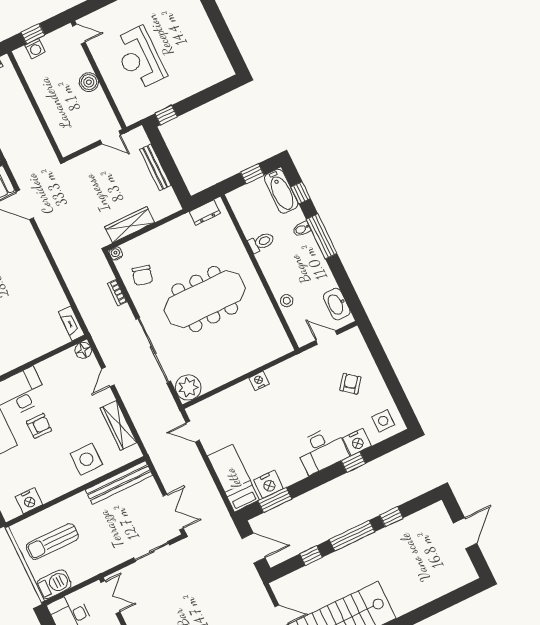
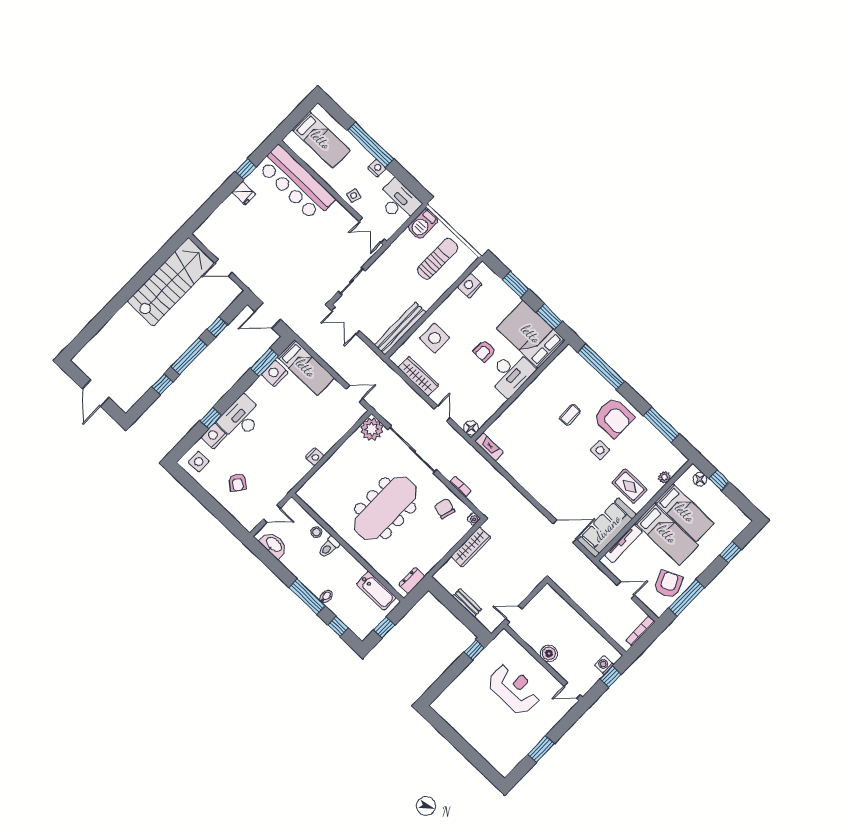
bench: (155, 167) -> (467, 603), width x0.73
bathtub: (281, 191) -> (376, 591), moved, turned 180
toilet: (261, 242) -> (329, 547), moved

